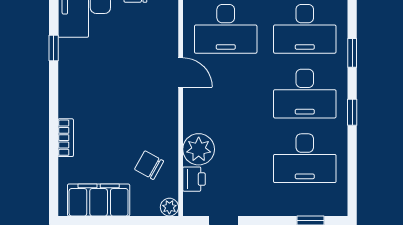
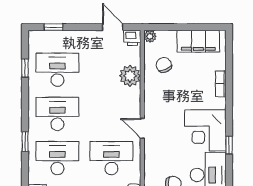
corner desk: (88, 69) -> (205, 130), added
window: (352, 112) -> (25, 68), moved
chair: (149, 165) -> (164, 65), turned -142
printer: (194, 179) -> (132, 38), moved, turned -90

